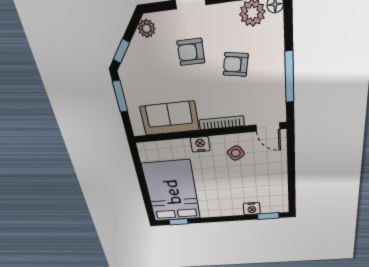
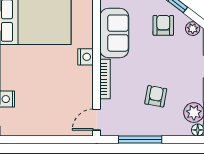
armchair: (191, 52) -> (163, 25), moved
side table: (236, 153) -> (73, 89), removed

